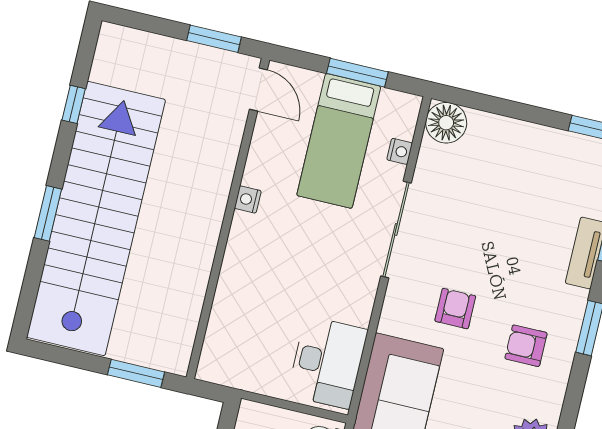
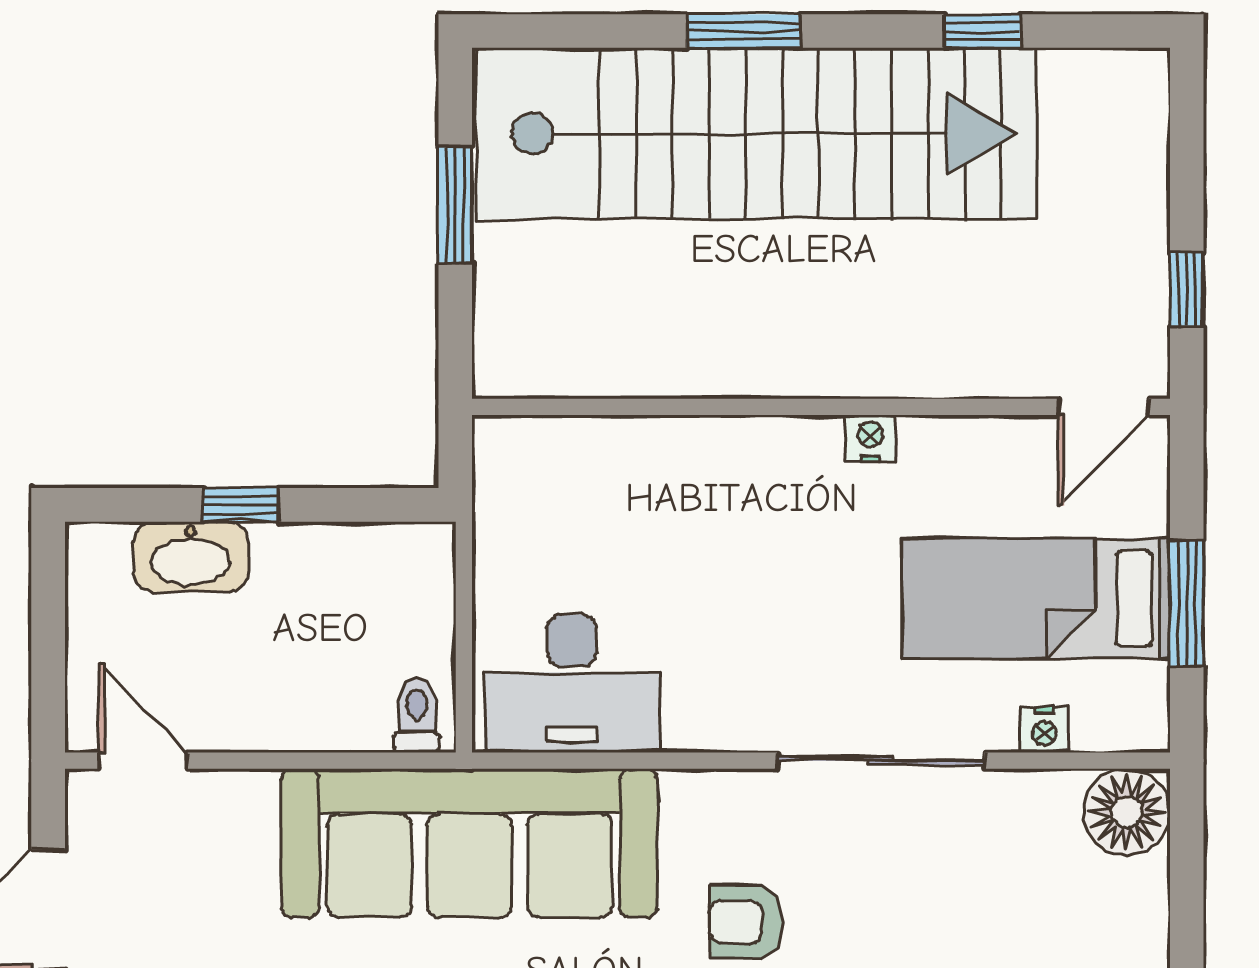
window: (214, 39) -> (1187, 290), width x0.67
armchair: (455, 309) -> (746, 922), turned 180
window: (136, 373) -> (455, 205), moved

